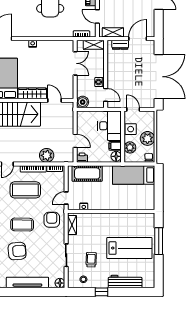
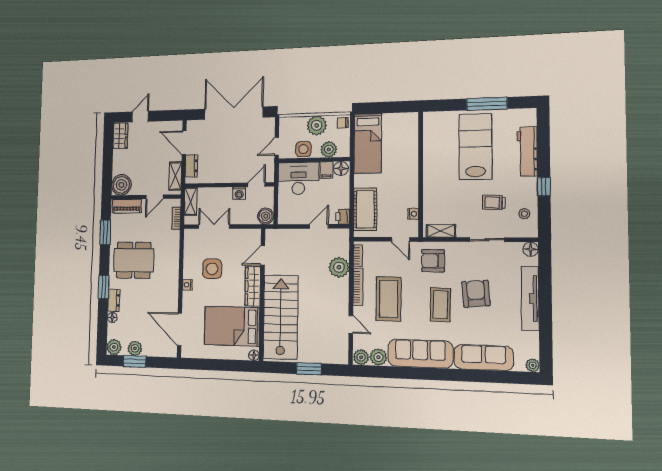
side table: (44, 63) -> (212, 269), added
window: (159, 241) -> (487, 104), moved
armchair: (17, 251) -> (476, 294), moved

